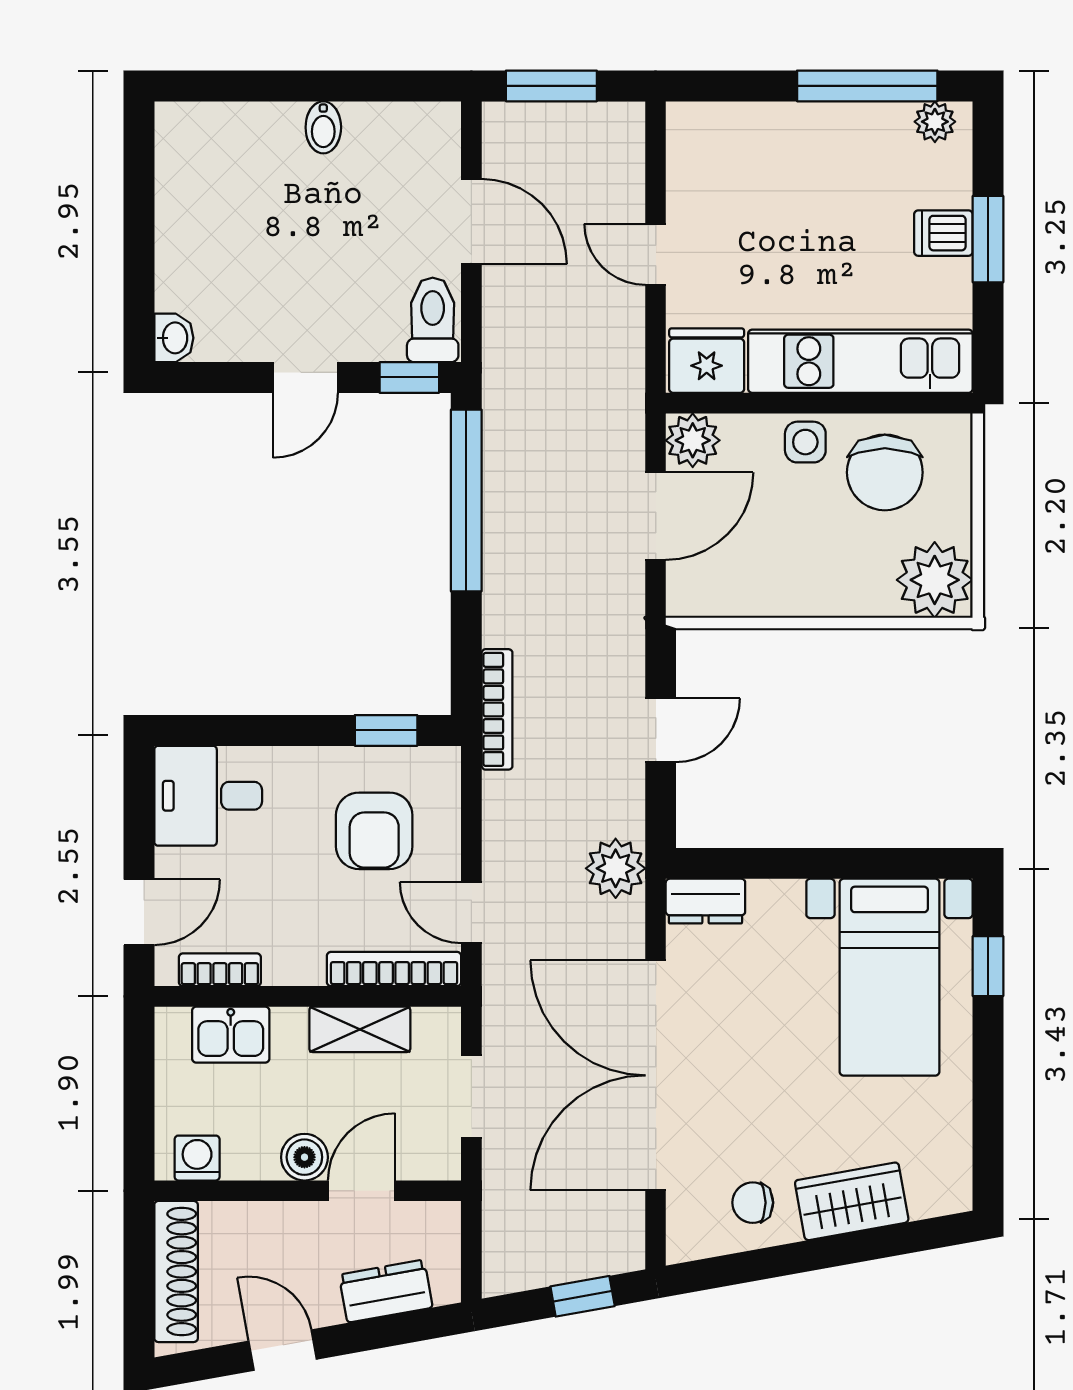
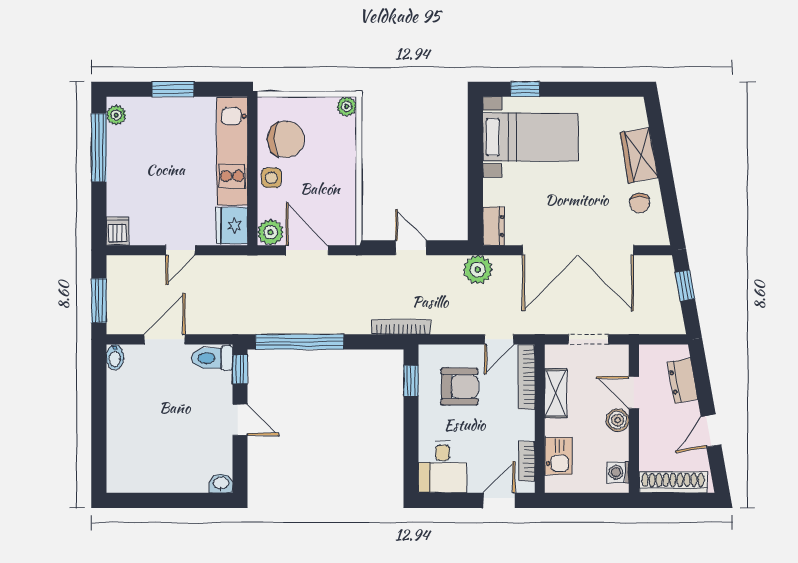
bidet: (323, 127) -> (115, 357), moved, turned 90
dishwasher: (943, 233) -> (117, 231), moved, turned 180
plant: (935, 580) -> (347, 106), width x0.53, depth x0.53
door: (139, 912) -> (499, 500), hinge flipped

